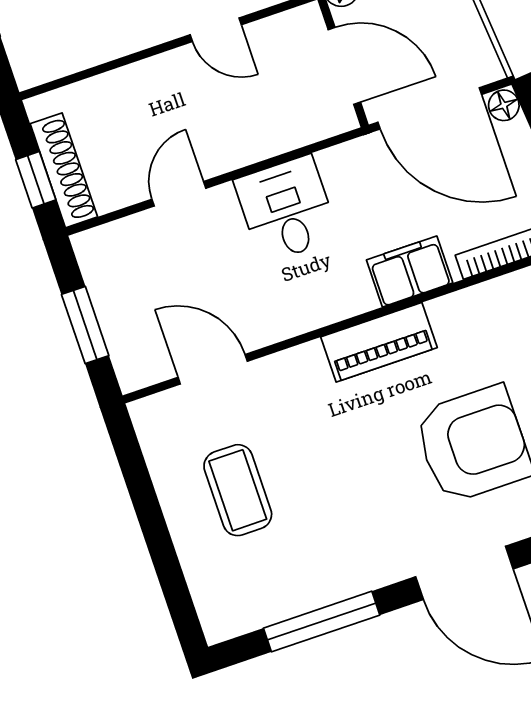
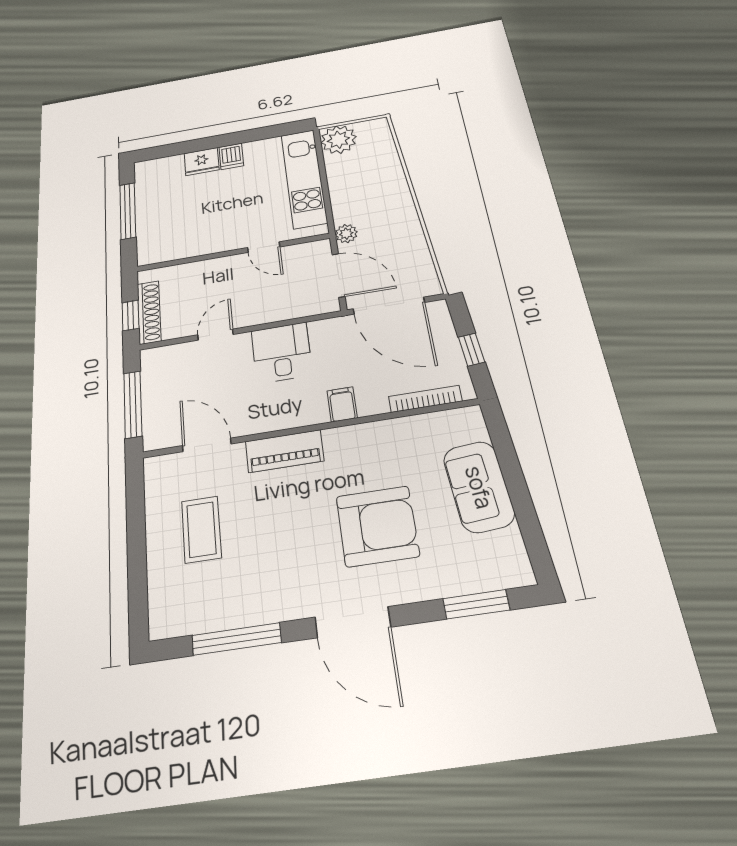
floor lamp: (504, 105) -> (439, 310), removed
filing cabinet: (410, 271) -> (342, 404), width x0.50
window: (85, 325) -> (133, 404), width x1.44
piano: (379, 342) -> (284, 451), moved

